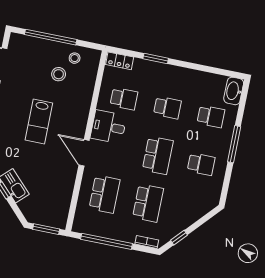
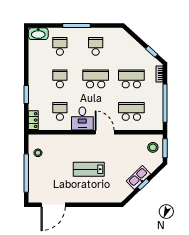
stool: (59, 74) -> (153, 147), moved
lab bench: (39, 122) -> (89, 169), turned 180
door: (84, 153) -> (105, 132), swing flipped

